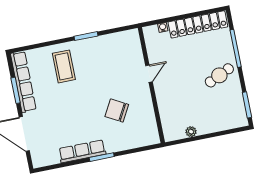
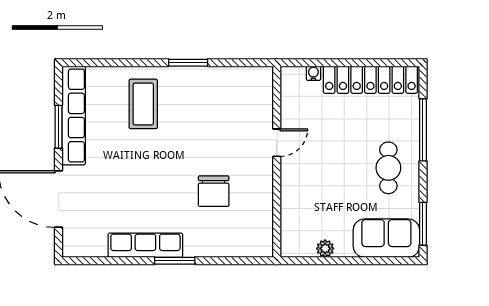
cafe table: (219, 75) -> (388, 168), turned -65
chair: (117, 110) -> (214, 191), turned -119
sofa: (227, 118) -> (386, 238), added

